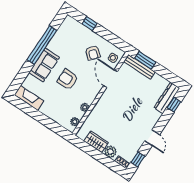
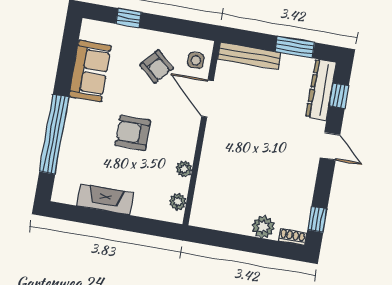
window: (42, 45) -> (54, 134), moved
window: (145, 60) -> (295, 47), moved
sofa: (44, 65) -> (90, 71), moved
fireplace: (29, 98) -> (105, 199), moved
door: (152, 138) -> (330, 146), moved
wardrobe: (96, 142) -> (231, 221), removed

